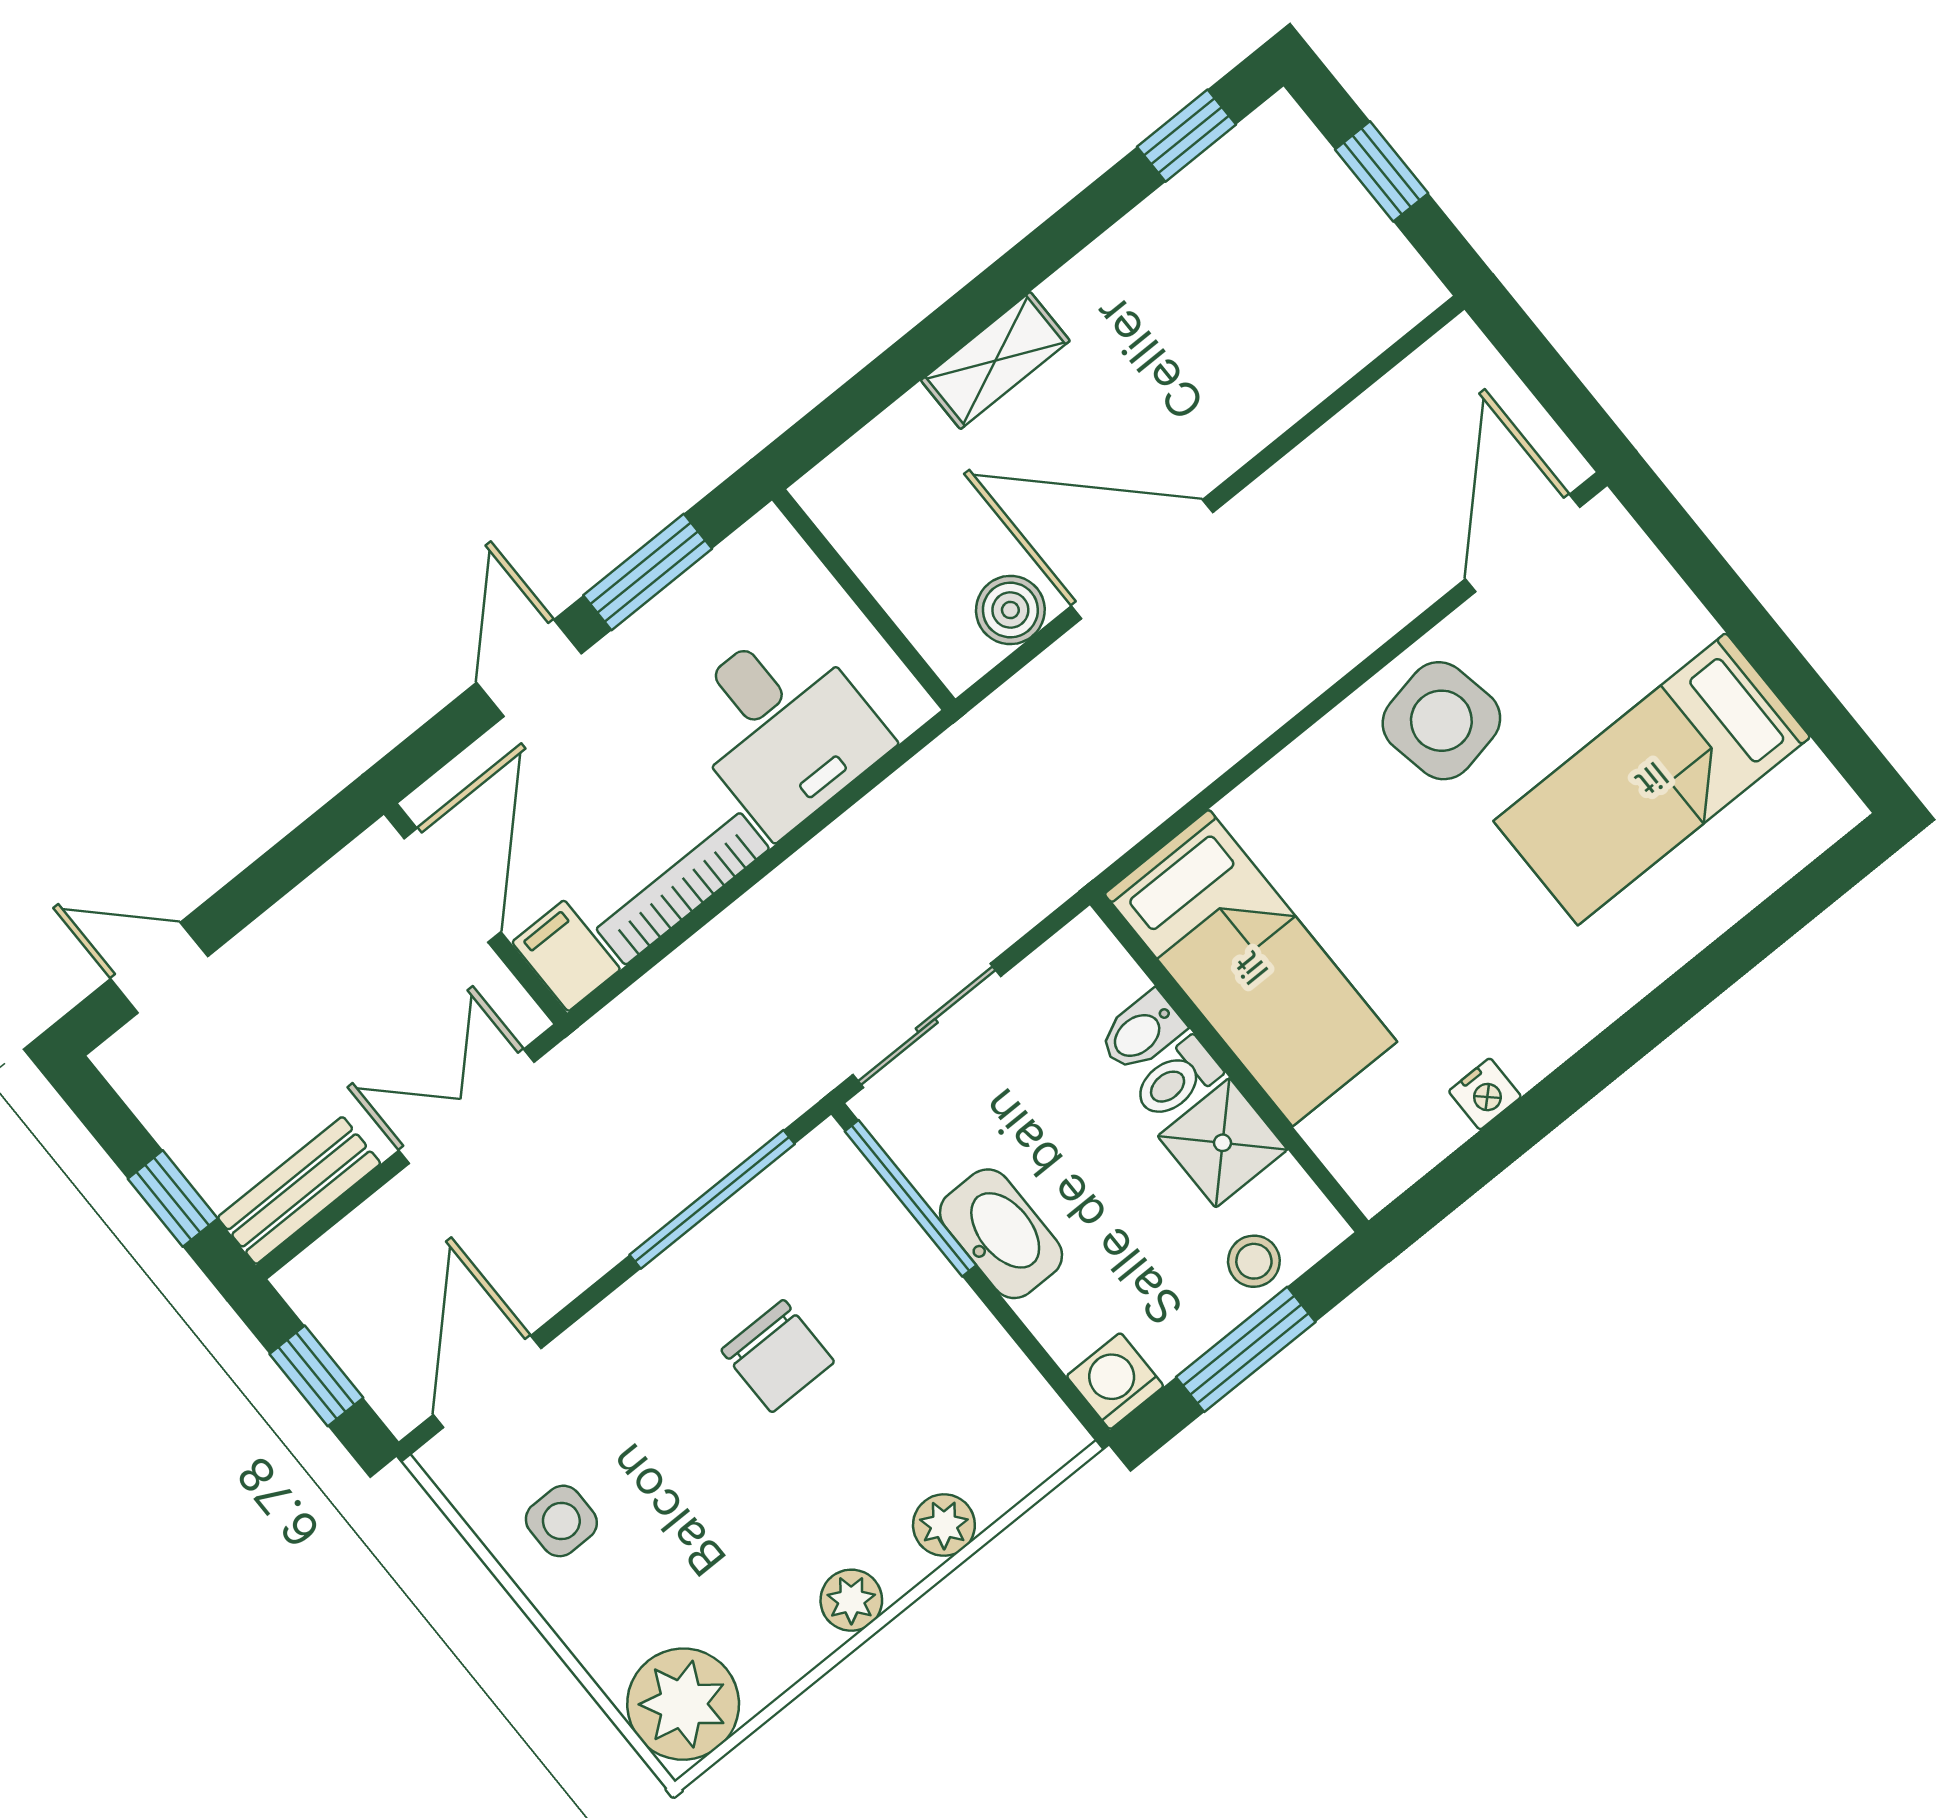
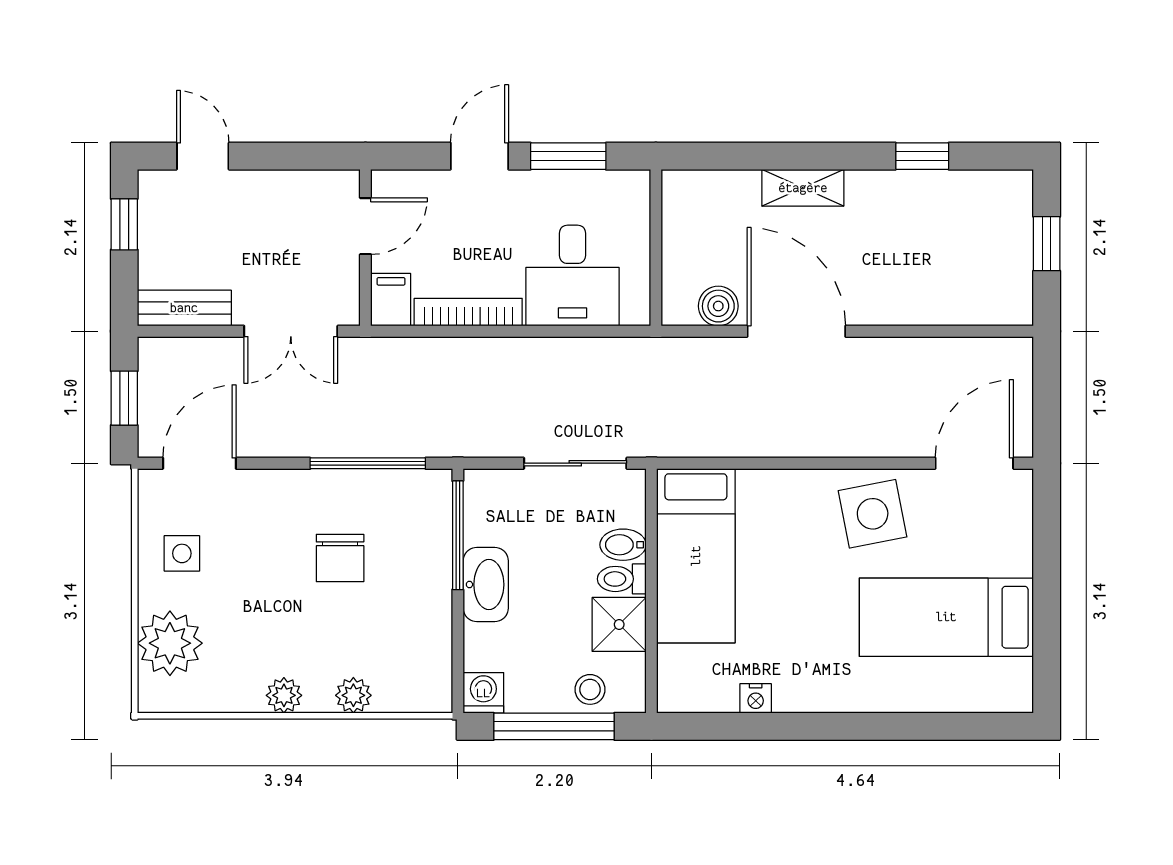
window: (1187, 136) -> (922, 156), moved
door: (452, 885) -> (365, 226), width x0.73
sliding door: (927, 1026) -> (575, 463), moved
double door: (466, 1106) -> (291, 331), swing flipped
window: (173, 1199) -> (124, 224), moved
window: (1246, 1349) -> (554, 726), width x1.44
plant: (683, 1704) -> (170, 643), moved

